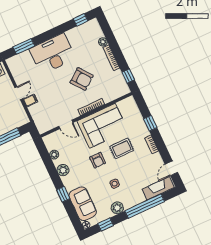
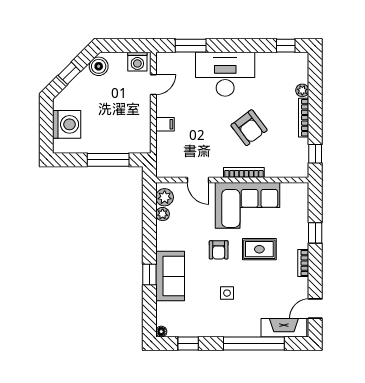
door: (19, 93) -> (153, 85), moved
plant: (63, 170) -> (165, 197), moved
sofa: (83, 204) -> (170, 276), moved
plant: (117, 208) -> (215, 328), removed

